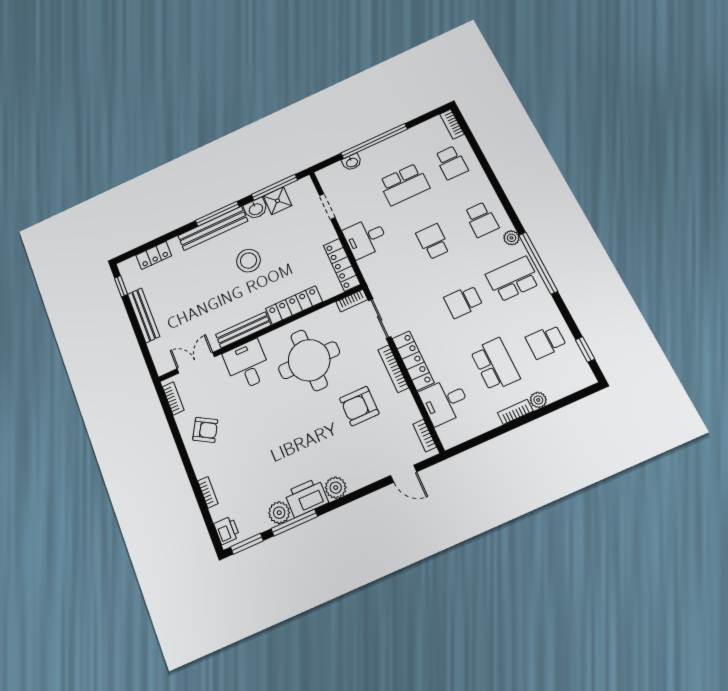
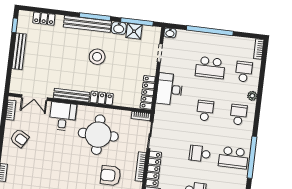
washbasin: (352, 162) -> (170, 33), moved
school desk: (451, 163) -> (244, 72), turned 180
school desk: (481, 219) -> (239, 115), turned 180
desk: (365, 238) -> (170, 89), width x1.37
plant: (511, 238) -> (252, 96), moved
school desk: (513, 279) -> (233, 158), turned 180
locker: (294, 305) -> (102, 98), width x0.66
double door: (196, 363) -> (34, 98), swing flipped

